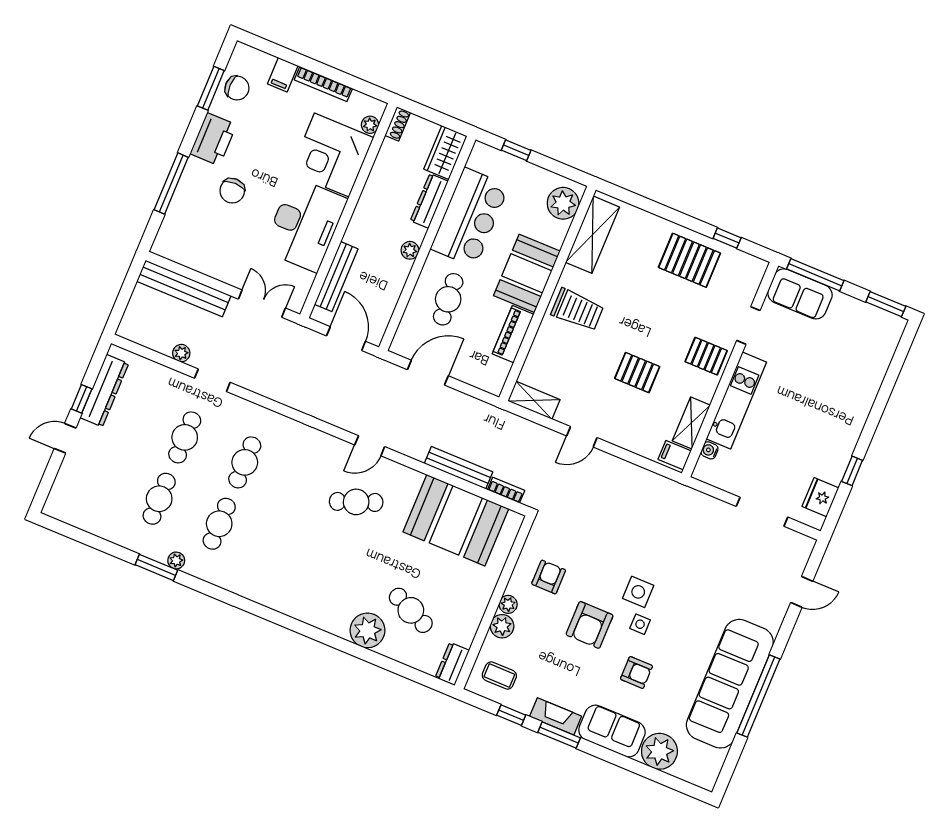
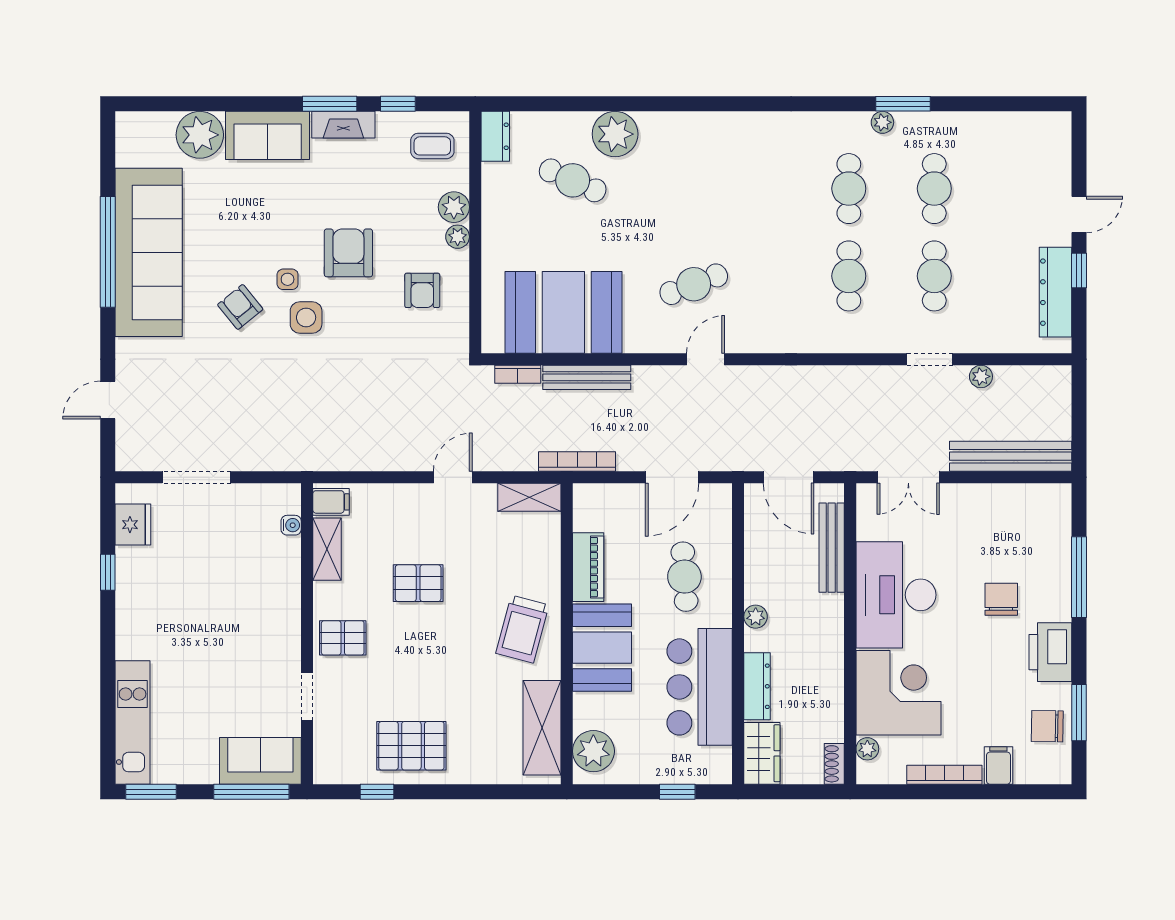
trolley: (577, 310) -> (522, 629), turned -75
kitchen unit: (736, 400) -> (133, 722), moved, turned 180
bookcase: (490, 411) -> (577, 462), added
armchair: (636, 672) -> (240, 307), moved, turned 51

